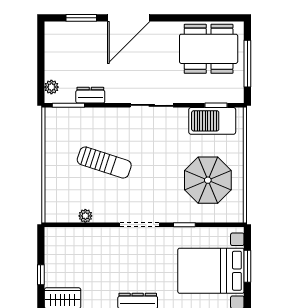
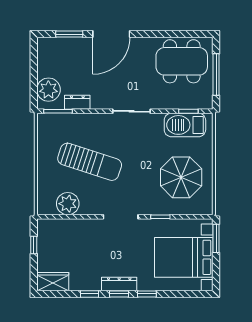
plant: (51, 87) -> (48, 90), width x1.87, depth x1.87
sun lounger: (104, 163) -> (90, 162), width x1.36, depth x1.34
plant: (85, 216) -> (68, 204), width x1.88, depth x1.88
window: (247, 266) -> (216, 238), moved
window: (41, 275) -> (34, 245), moved

